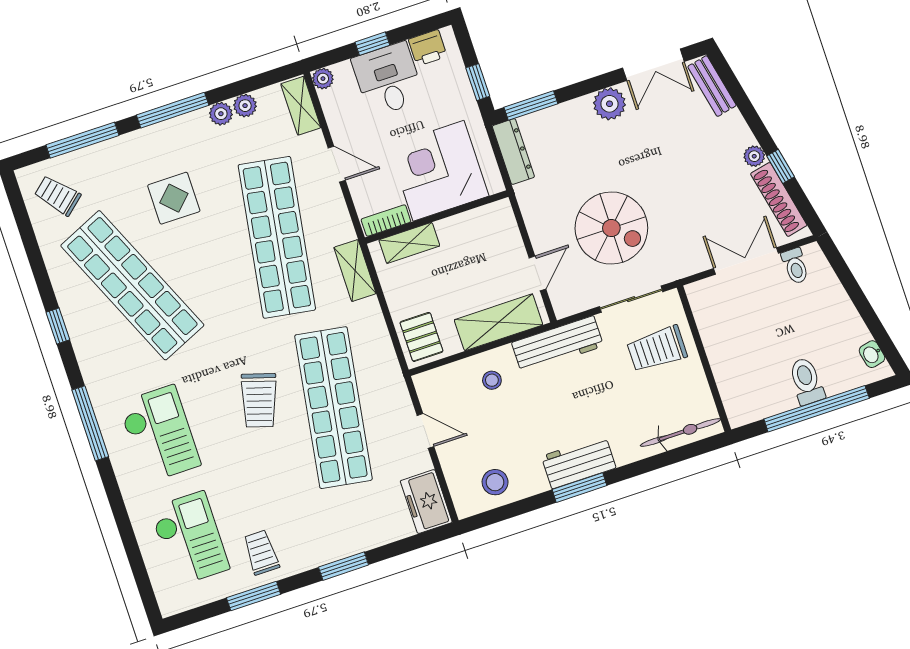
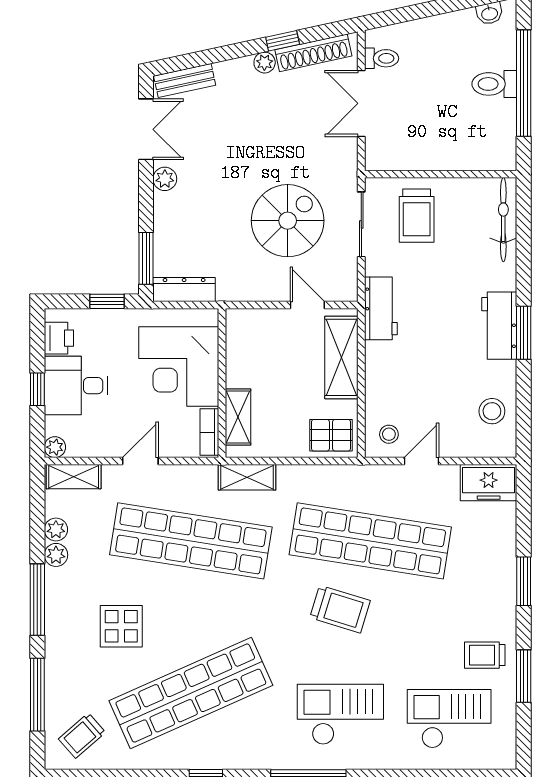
plant: (609, 104) -> (165, 179), width x0.73, depth x0.73
workbench: (558, 344) -> (381, 308), width x0.73
stool: (492, 380) -> (389, 434), moved

